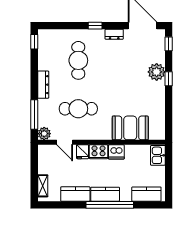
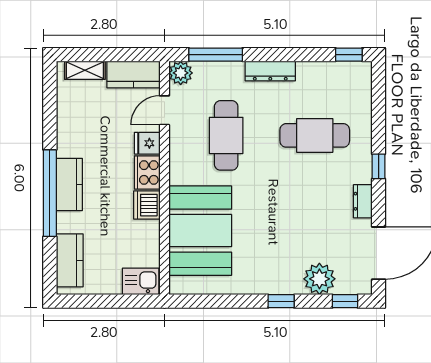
plant: (157, 72) -> (319, 279), moved
booth: (130, 128) -> (200, 231), width x1.36, depth x1.42
kitchen counter: (75, 194) -> (133, 75), moved, turned 90

